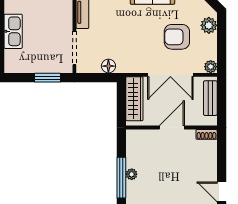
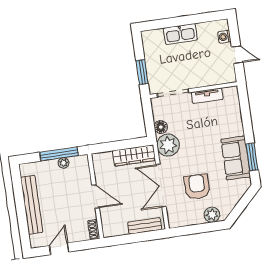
plant: (211, 67) -> (168, 145), moved, width x1.88, depth x1.88
wall: (171, 127) -> (95, 196), moved
door: (172, 127) -> (96, 196), moved
shoe rack: (207, 134) -> (94, 230), moved

